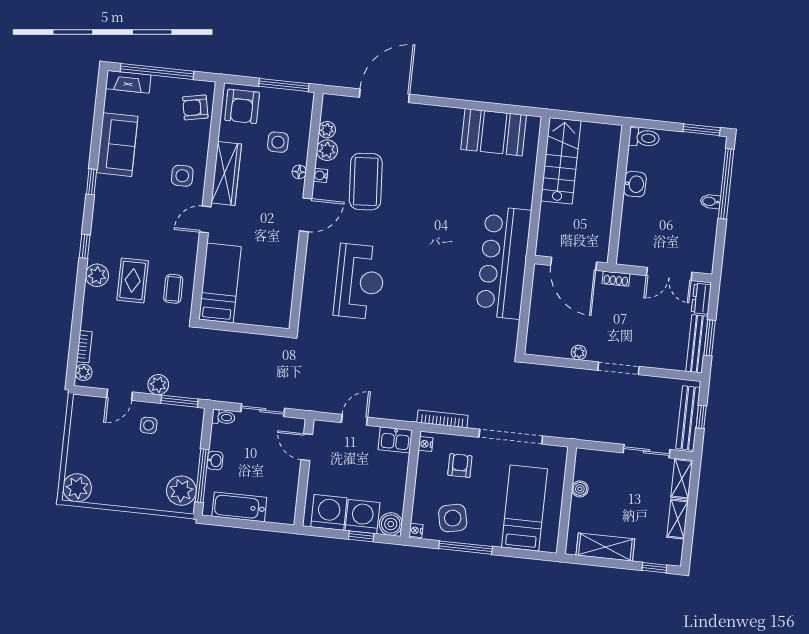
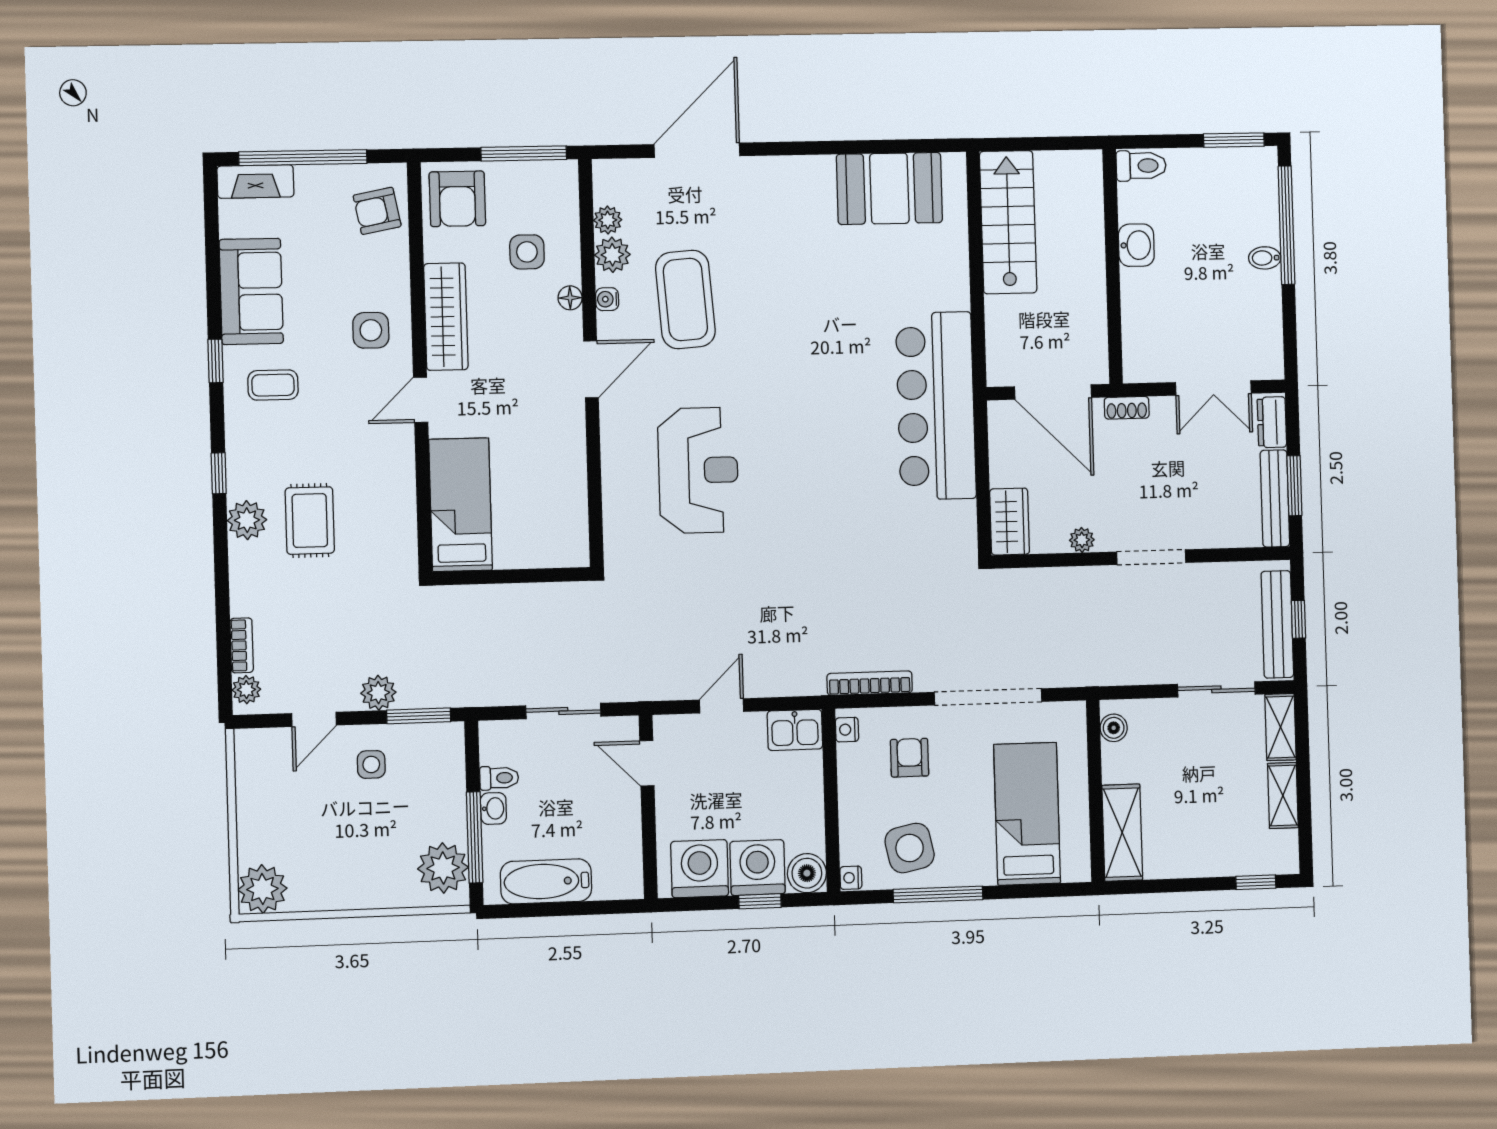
coffee table: (173, 289) -> (273, 385), moved, turned 90
wardrobe: (538, 336) -> (1010, 522), added
toilet: (223, 417) -> (499, 778), moved
boiler: (580, 489) -> (1114, 728), moved
shelving: (605, 547) -> (1122, 833), moved, turned 90

